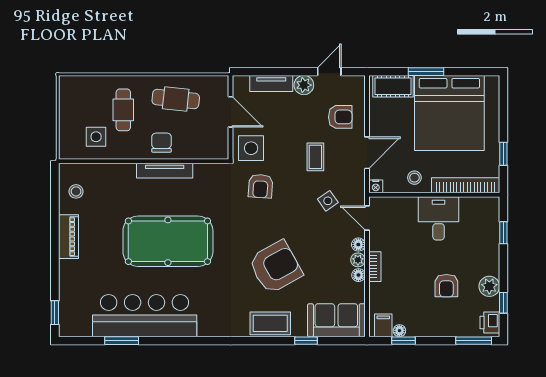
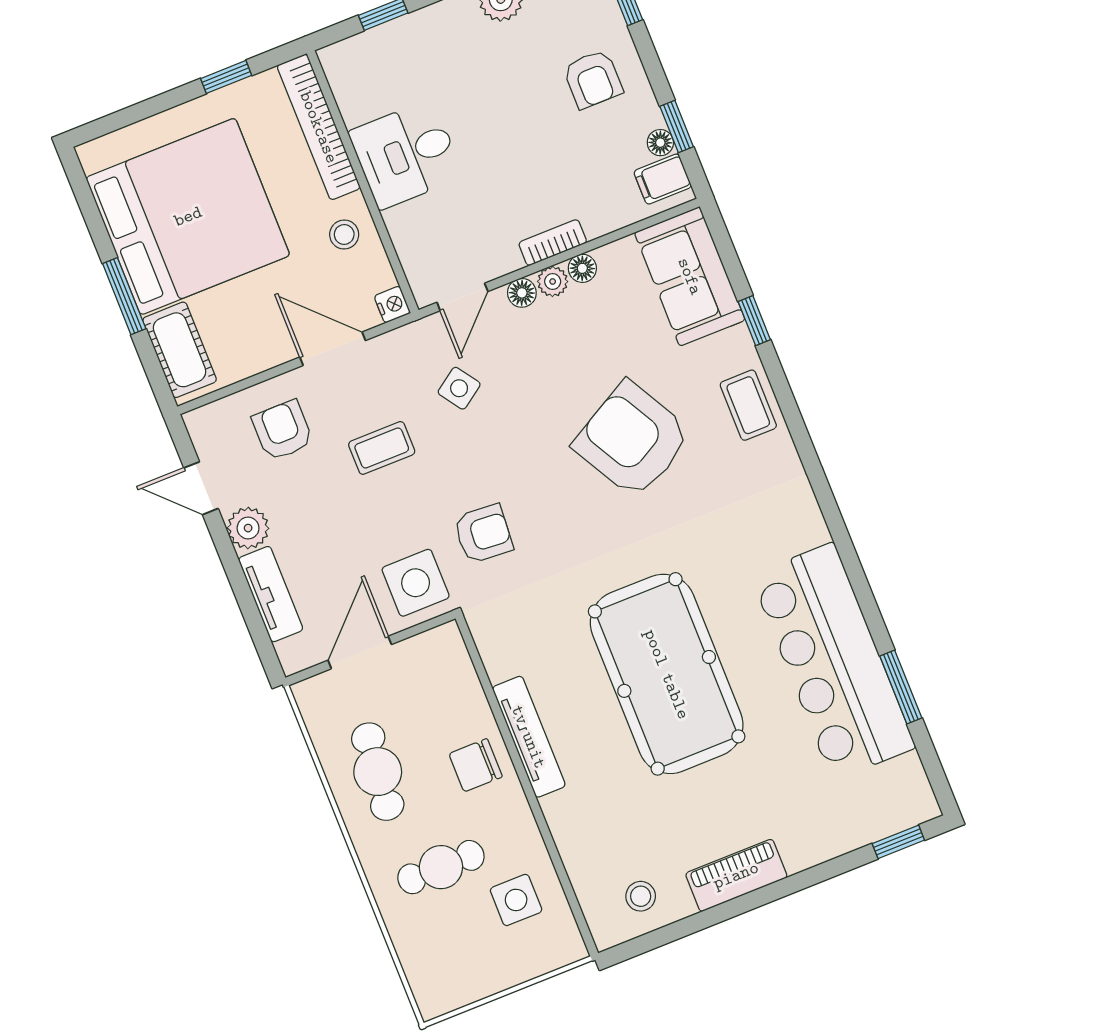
armchair: (446, 286) -> (593, 79), moved, turned 90
coffee table: (270, 323) -> (748, 405), width x0.73, depth x0.77

